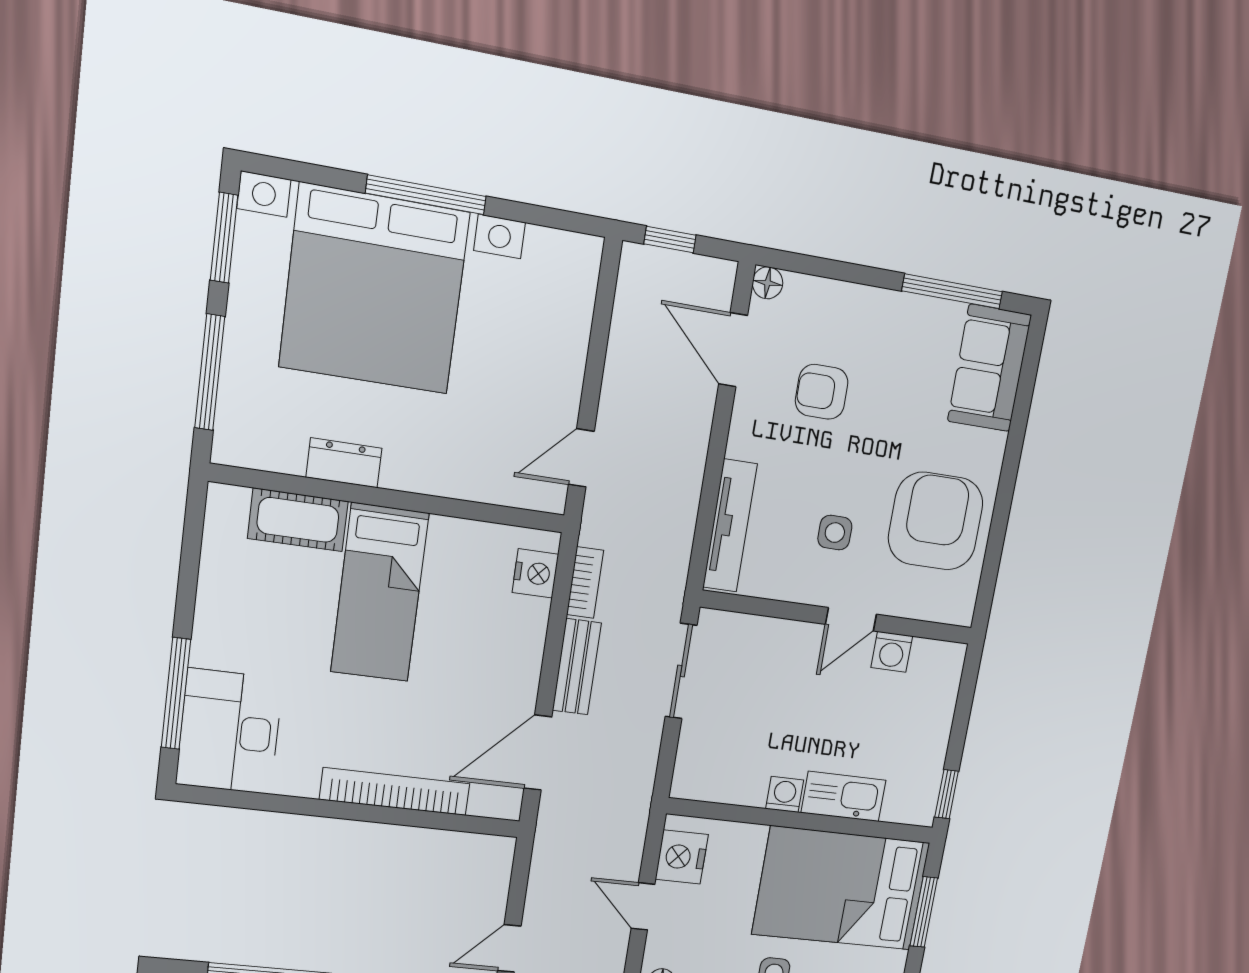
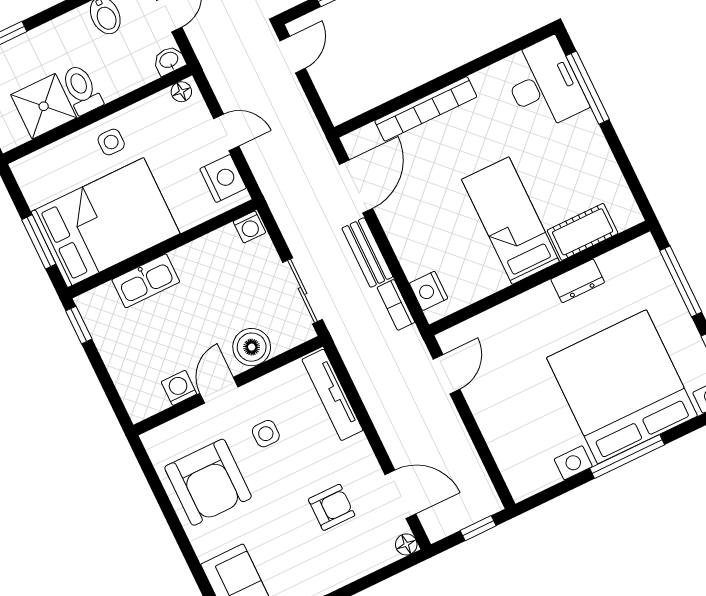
boiler: (782, 644) -> (252, 347), added
washing machine: (785, 794) -> (249, 227), moved

